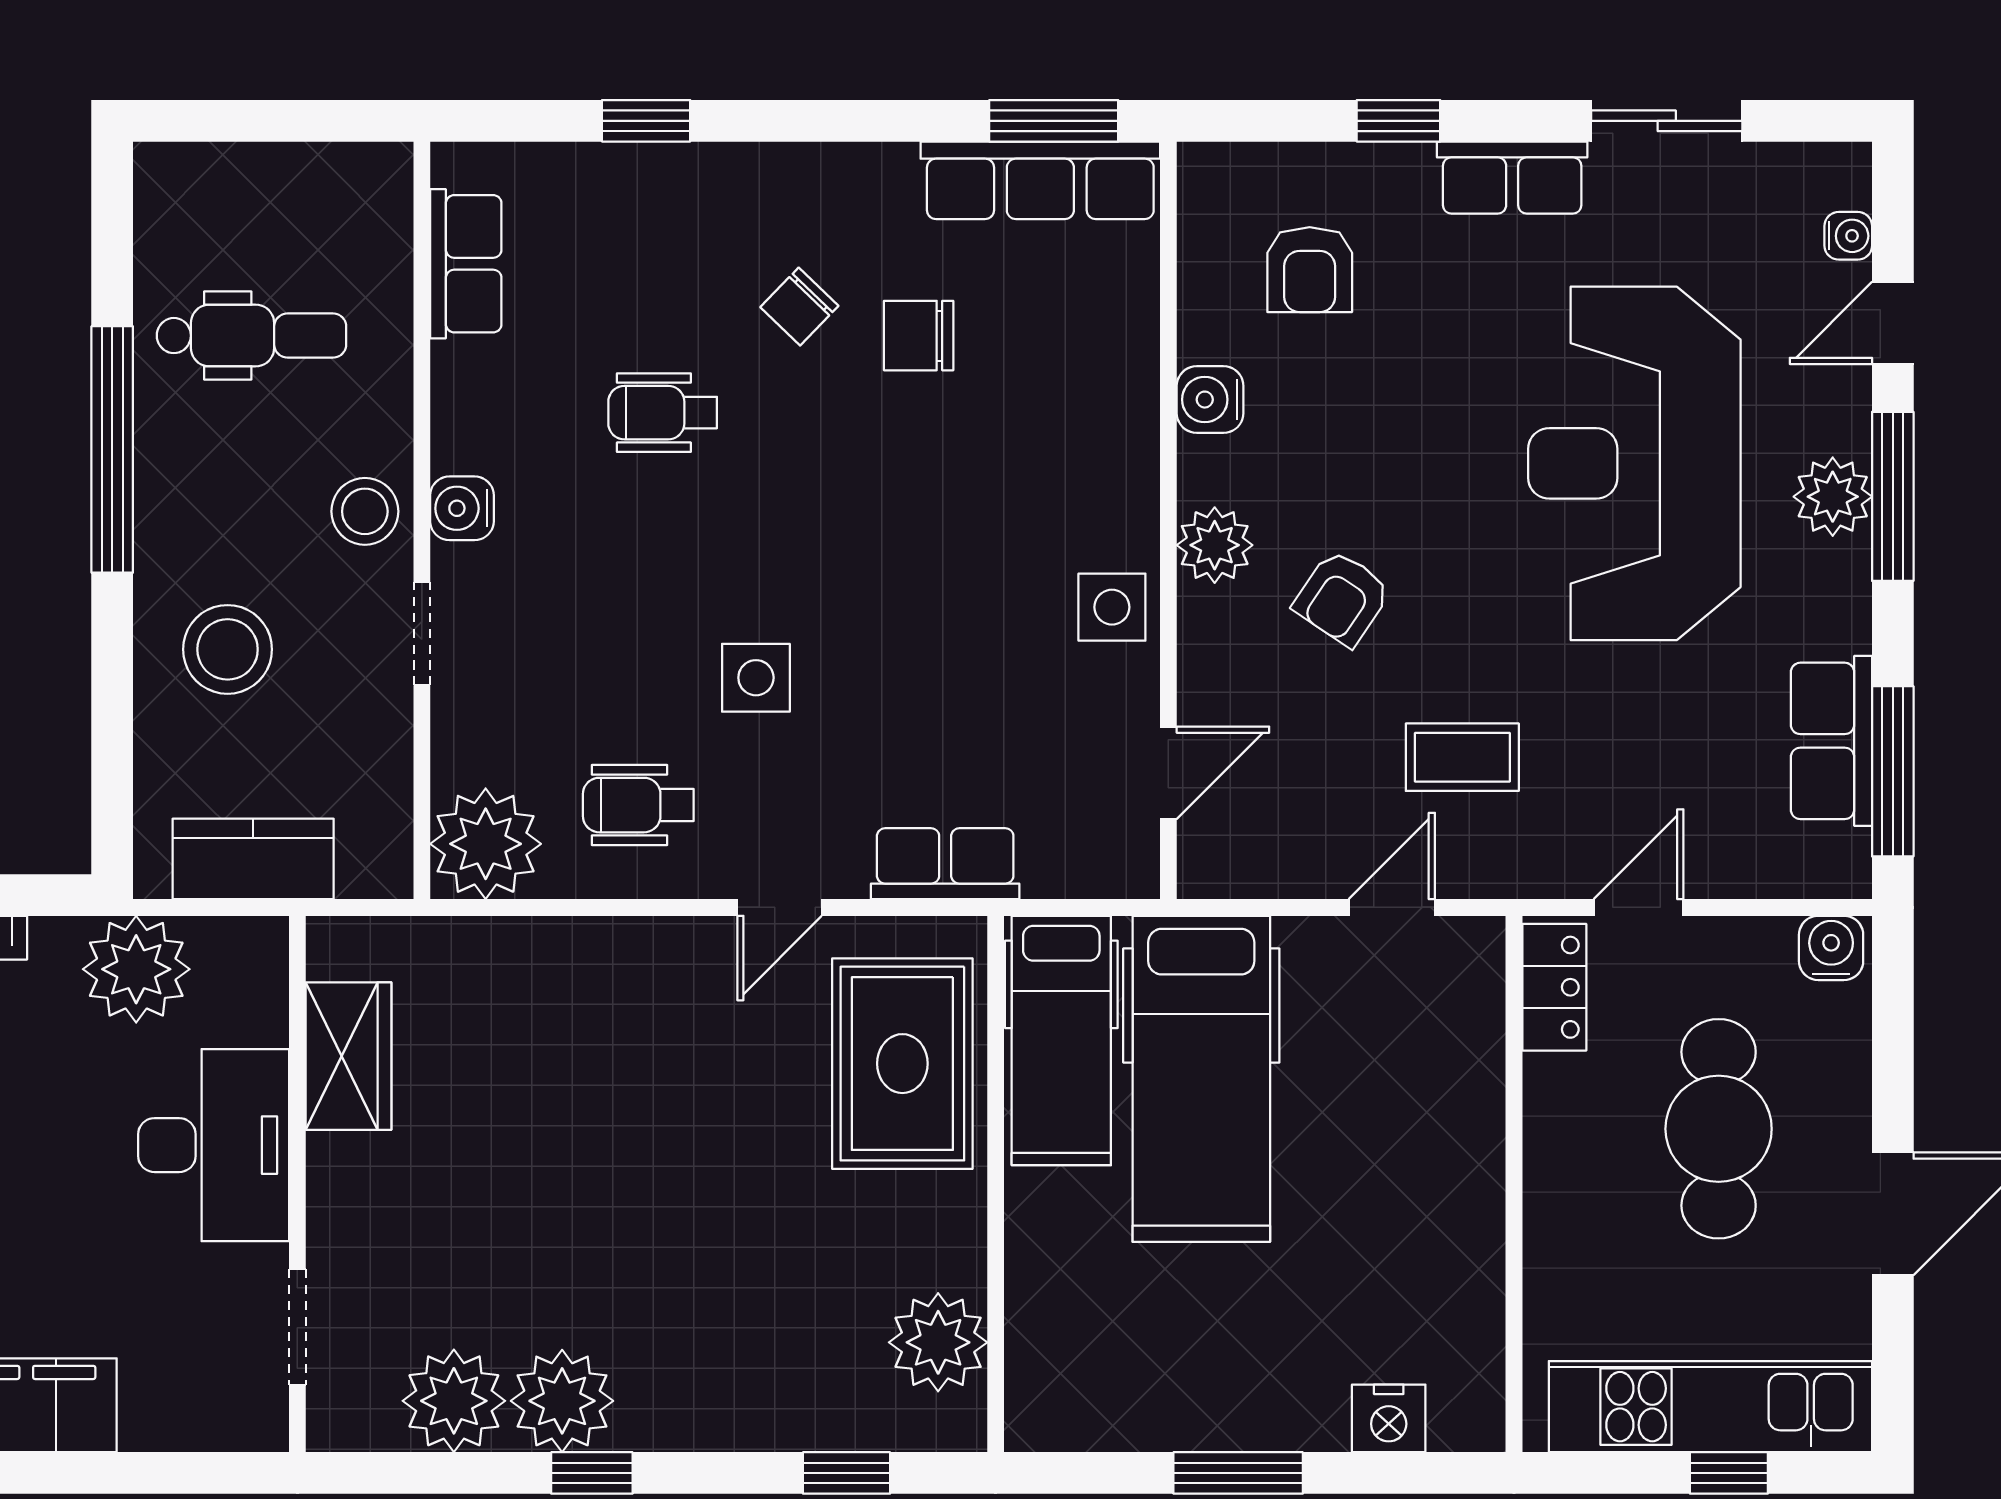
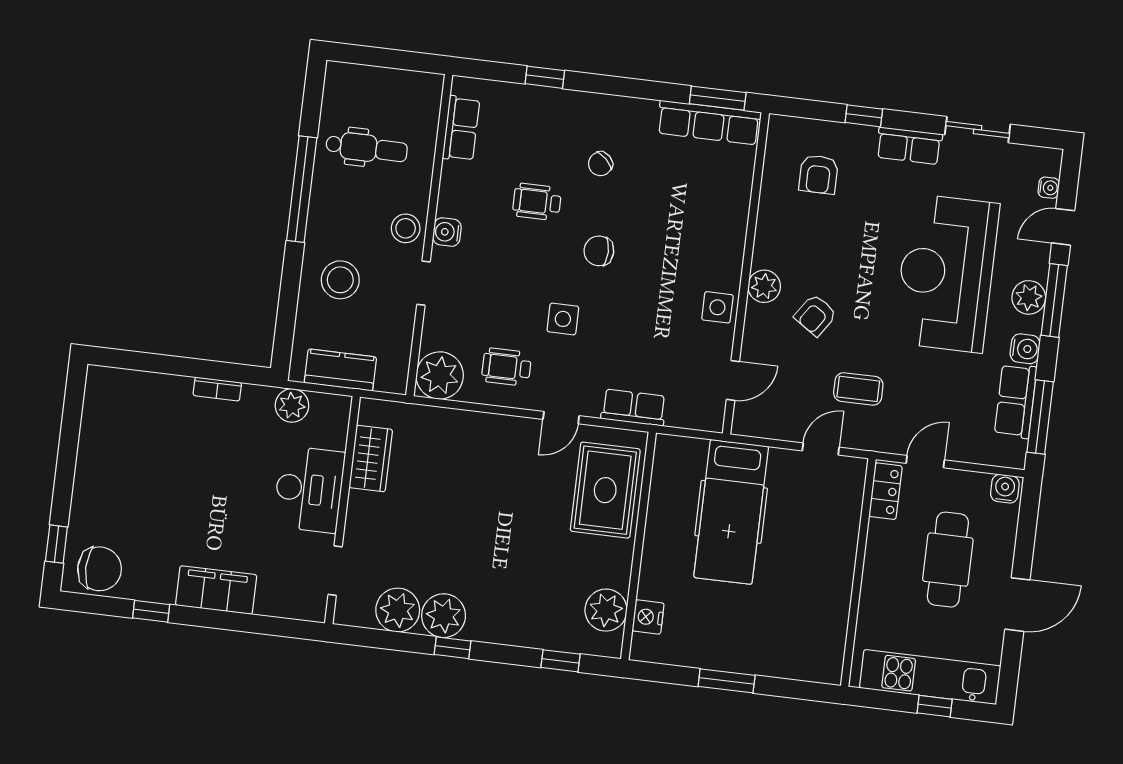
chair: (919, 336) -> (599, 251), moved
water cooler: (1210, 400) -> (1025, 349), moved, turned 180
plant: (136, 969) -> (292, 405), width x0.73, depth x0.73
hospital bed: (1061, 1041) -> (674, 488), removed
nightstand: (1389, 1418) -> (648, 617), moved, turned 90

